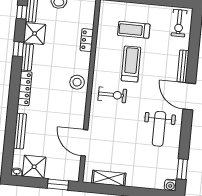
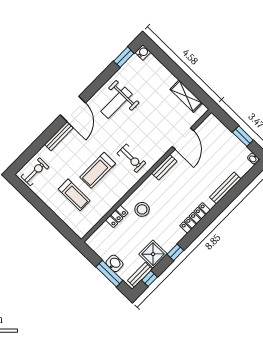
bench: (27, 57) -> (164, 167), moved
stool: (77, 82) -> (142, 209), moved
exercise bike: (112, 95) -> (131, 158), turned 180
weight bench: (159, 129) -> (117, 103), turned 180
shower: (34, 167) -> (237, 152), removed
window: (58, 184) -> (243, 136), moved

